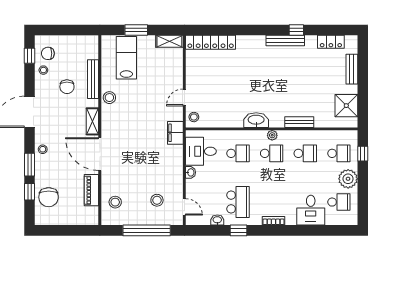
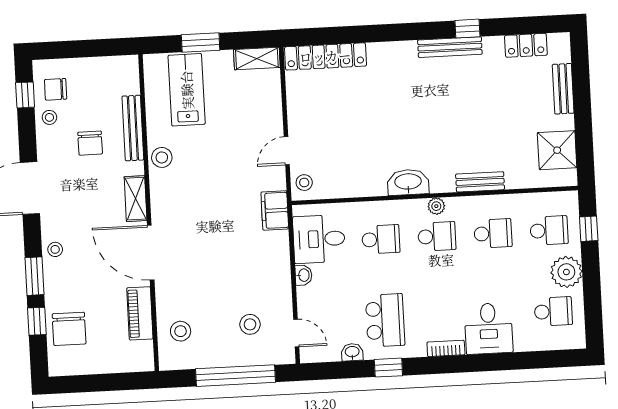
desk: (311, 210) -> (489, 328), moved

